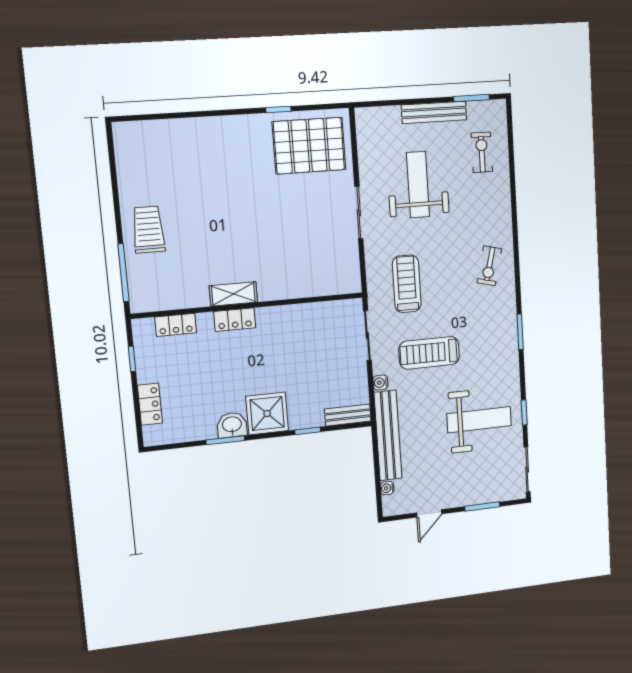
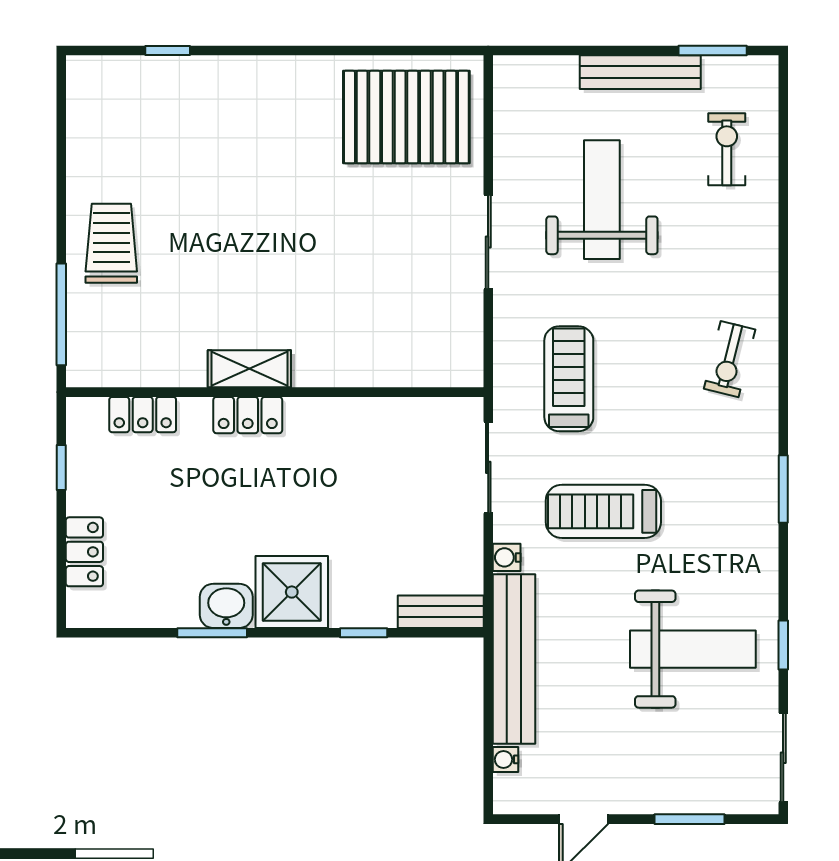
window: (278, 109) -> (168, 51), moved

